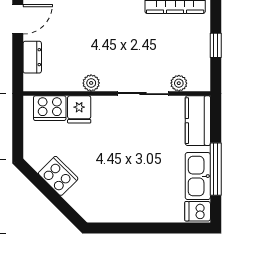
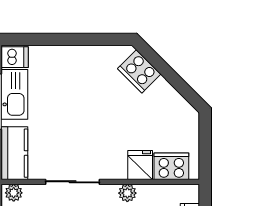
plant: (179, 83) -> (14, 193), moved
cooker: (58, 176) -> (139, 71), moved

